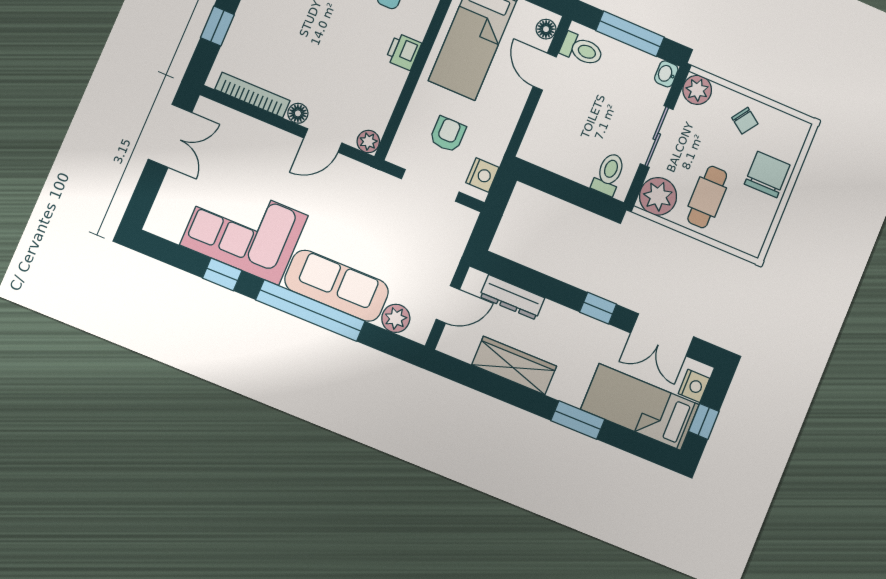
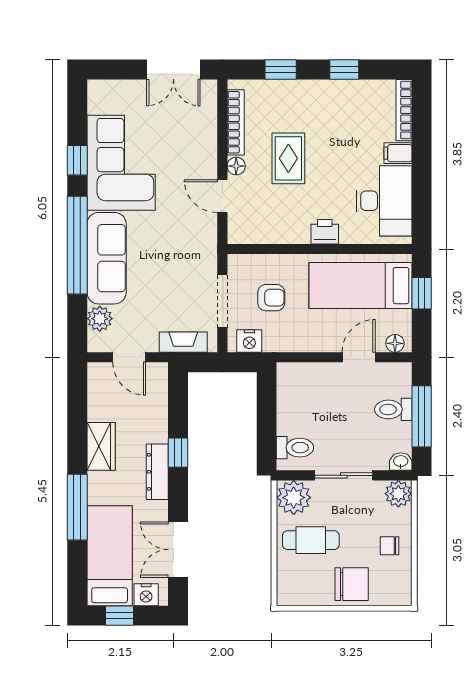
toilet: (582, 50) -> (393, 409), moved, turned 90
rug: (313, 57) -> (288, 158), added
chair: (745, 121) -> (389, 546), turned 55
plant: (368, 141) -> (237, 234), removed
fireplace: (456, 243) -> (183, 342), added
dresser: (512, 297) -> (157, 472), moved
window: (598, 308) -> (178, 453), moved
wardrobe: (514, 365) -> (101, 446), width x0.67
window: (578, 420) -> (77, 507), width x1.44

